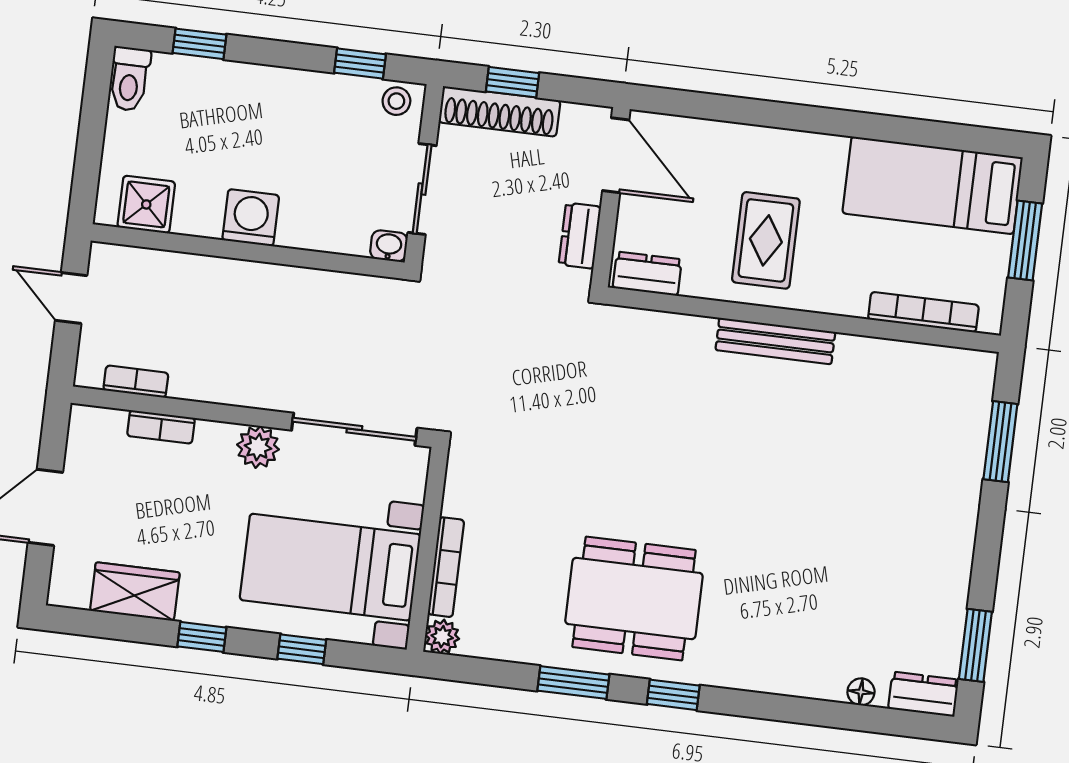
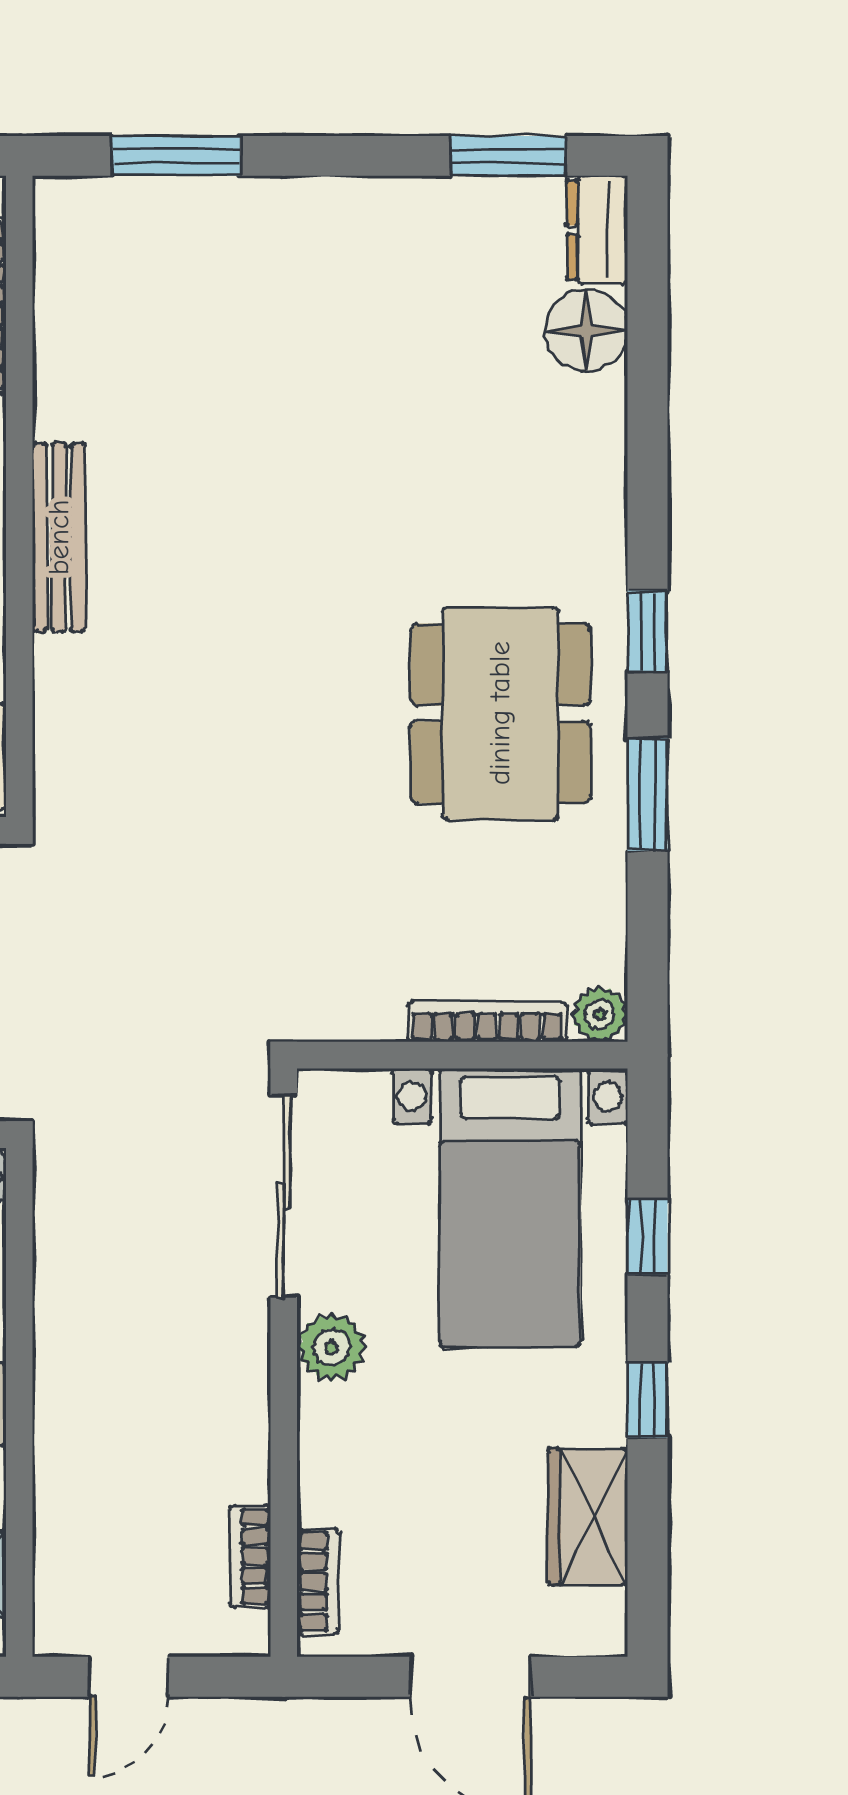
bookcase: (161, 427) -> (318, 1581), moved
floor lamp: (861, 692) -> (586, 330), width x1.89, depth x1.89

